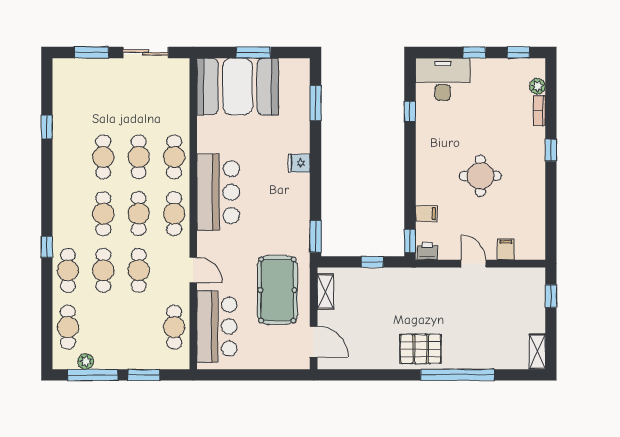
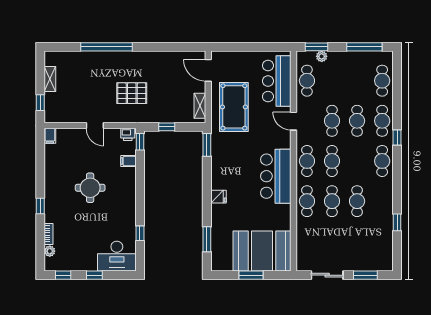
cafe table: (103, 214) -> (382, 161), moved
filing cabinet: (506, 249) -> (50, 136), moved
pallet: (421, 349) -> (132, 93), moved
shelving: (537, 351) -> (50, 79), moved
plant: (86, 361) -> (322, 56), moved
window: (144, 375) -> (316, 47), moved

